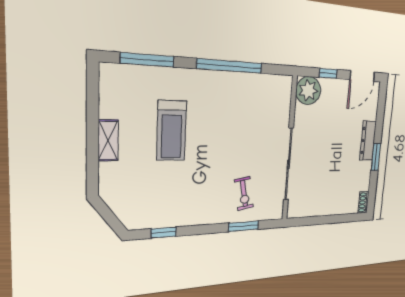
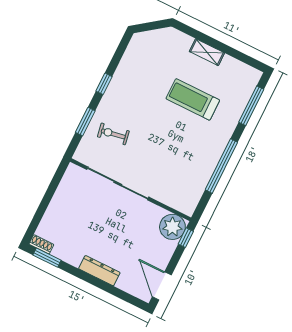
window: (328, 73) -> (186, 238), moved
window: (376, 157) -> (47, 258), moved
window: (164, 233) -> (104, 84), moved

